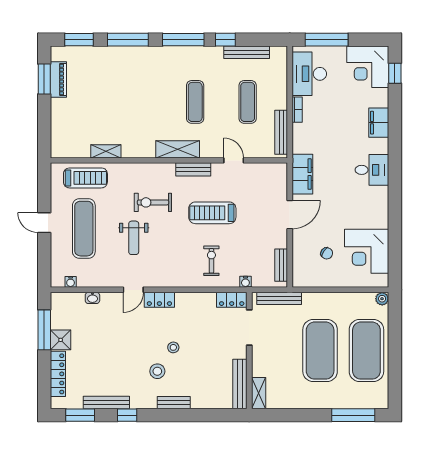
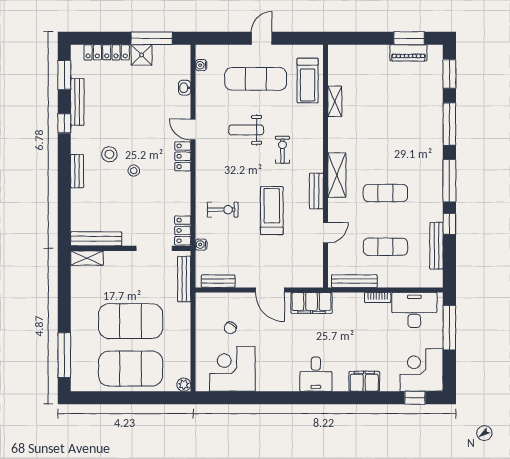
exercise bike: (153, 202) -> (282, 150), width x0.73, depth x0.72

